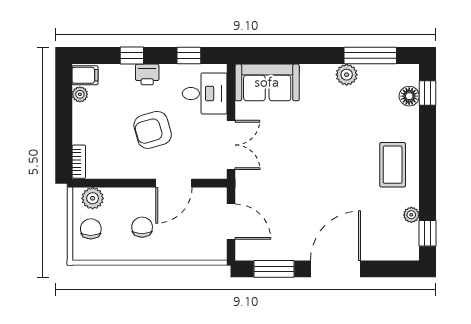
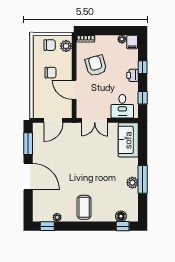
window: (370, 56) -> (143, 179), moved
armchair: (153, 130) -> (96, 66), moved
coffee table: (393, 165) -> (84, 207), turned 90

